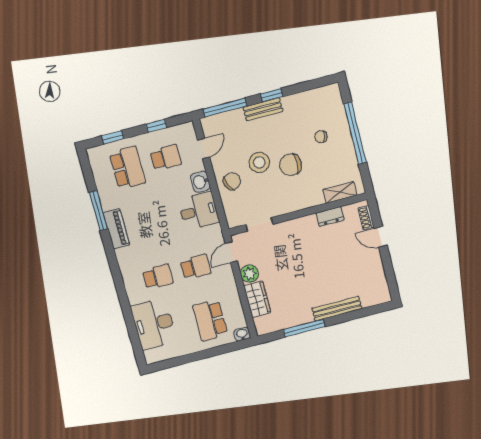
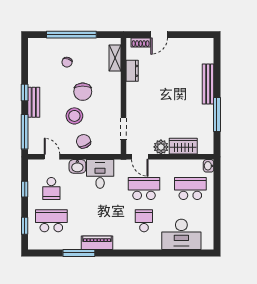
school desk: (166, 158) -> (51, 188), turned 180
school desk: (196, 267) -> (144, 188), width x1.85
school desk: (210, 320) -> (190, 188), turned 180

